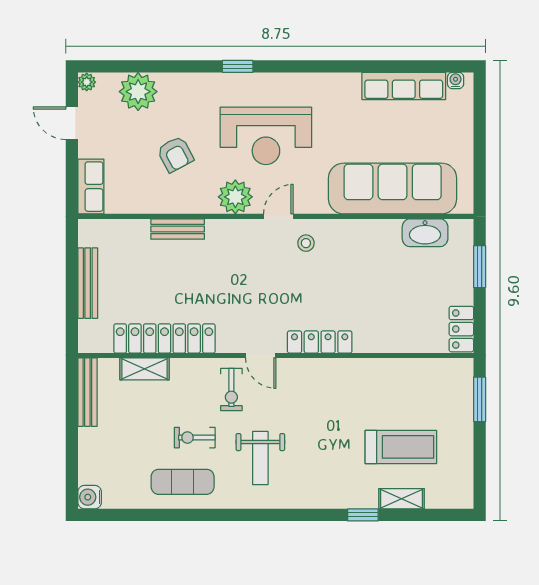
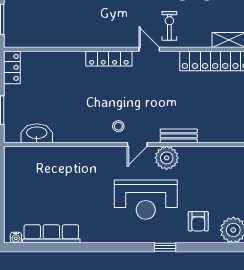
reception desk: (266, 136) -> (146, 200), turned 180
armchair: (175, 154) -> (198, 221), moved, turned -152
sofa: (393, 189) -> (59, 164), removed
bench: (178, 229) -> (179, 136), moved

